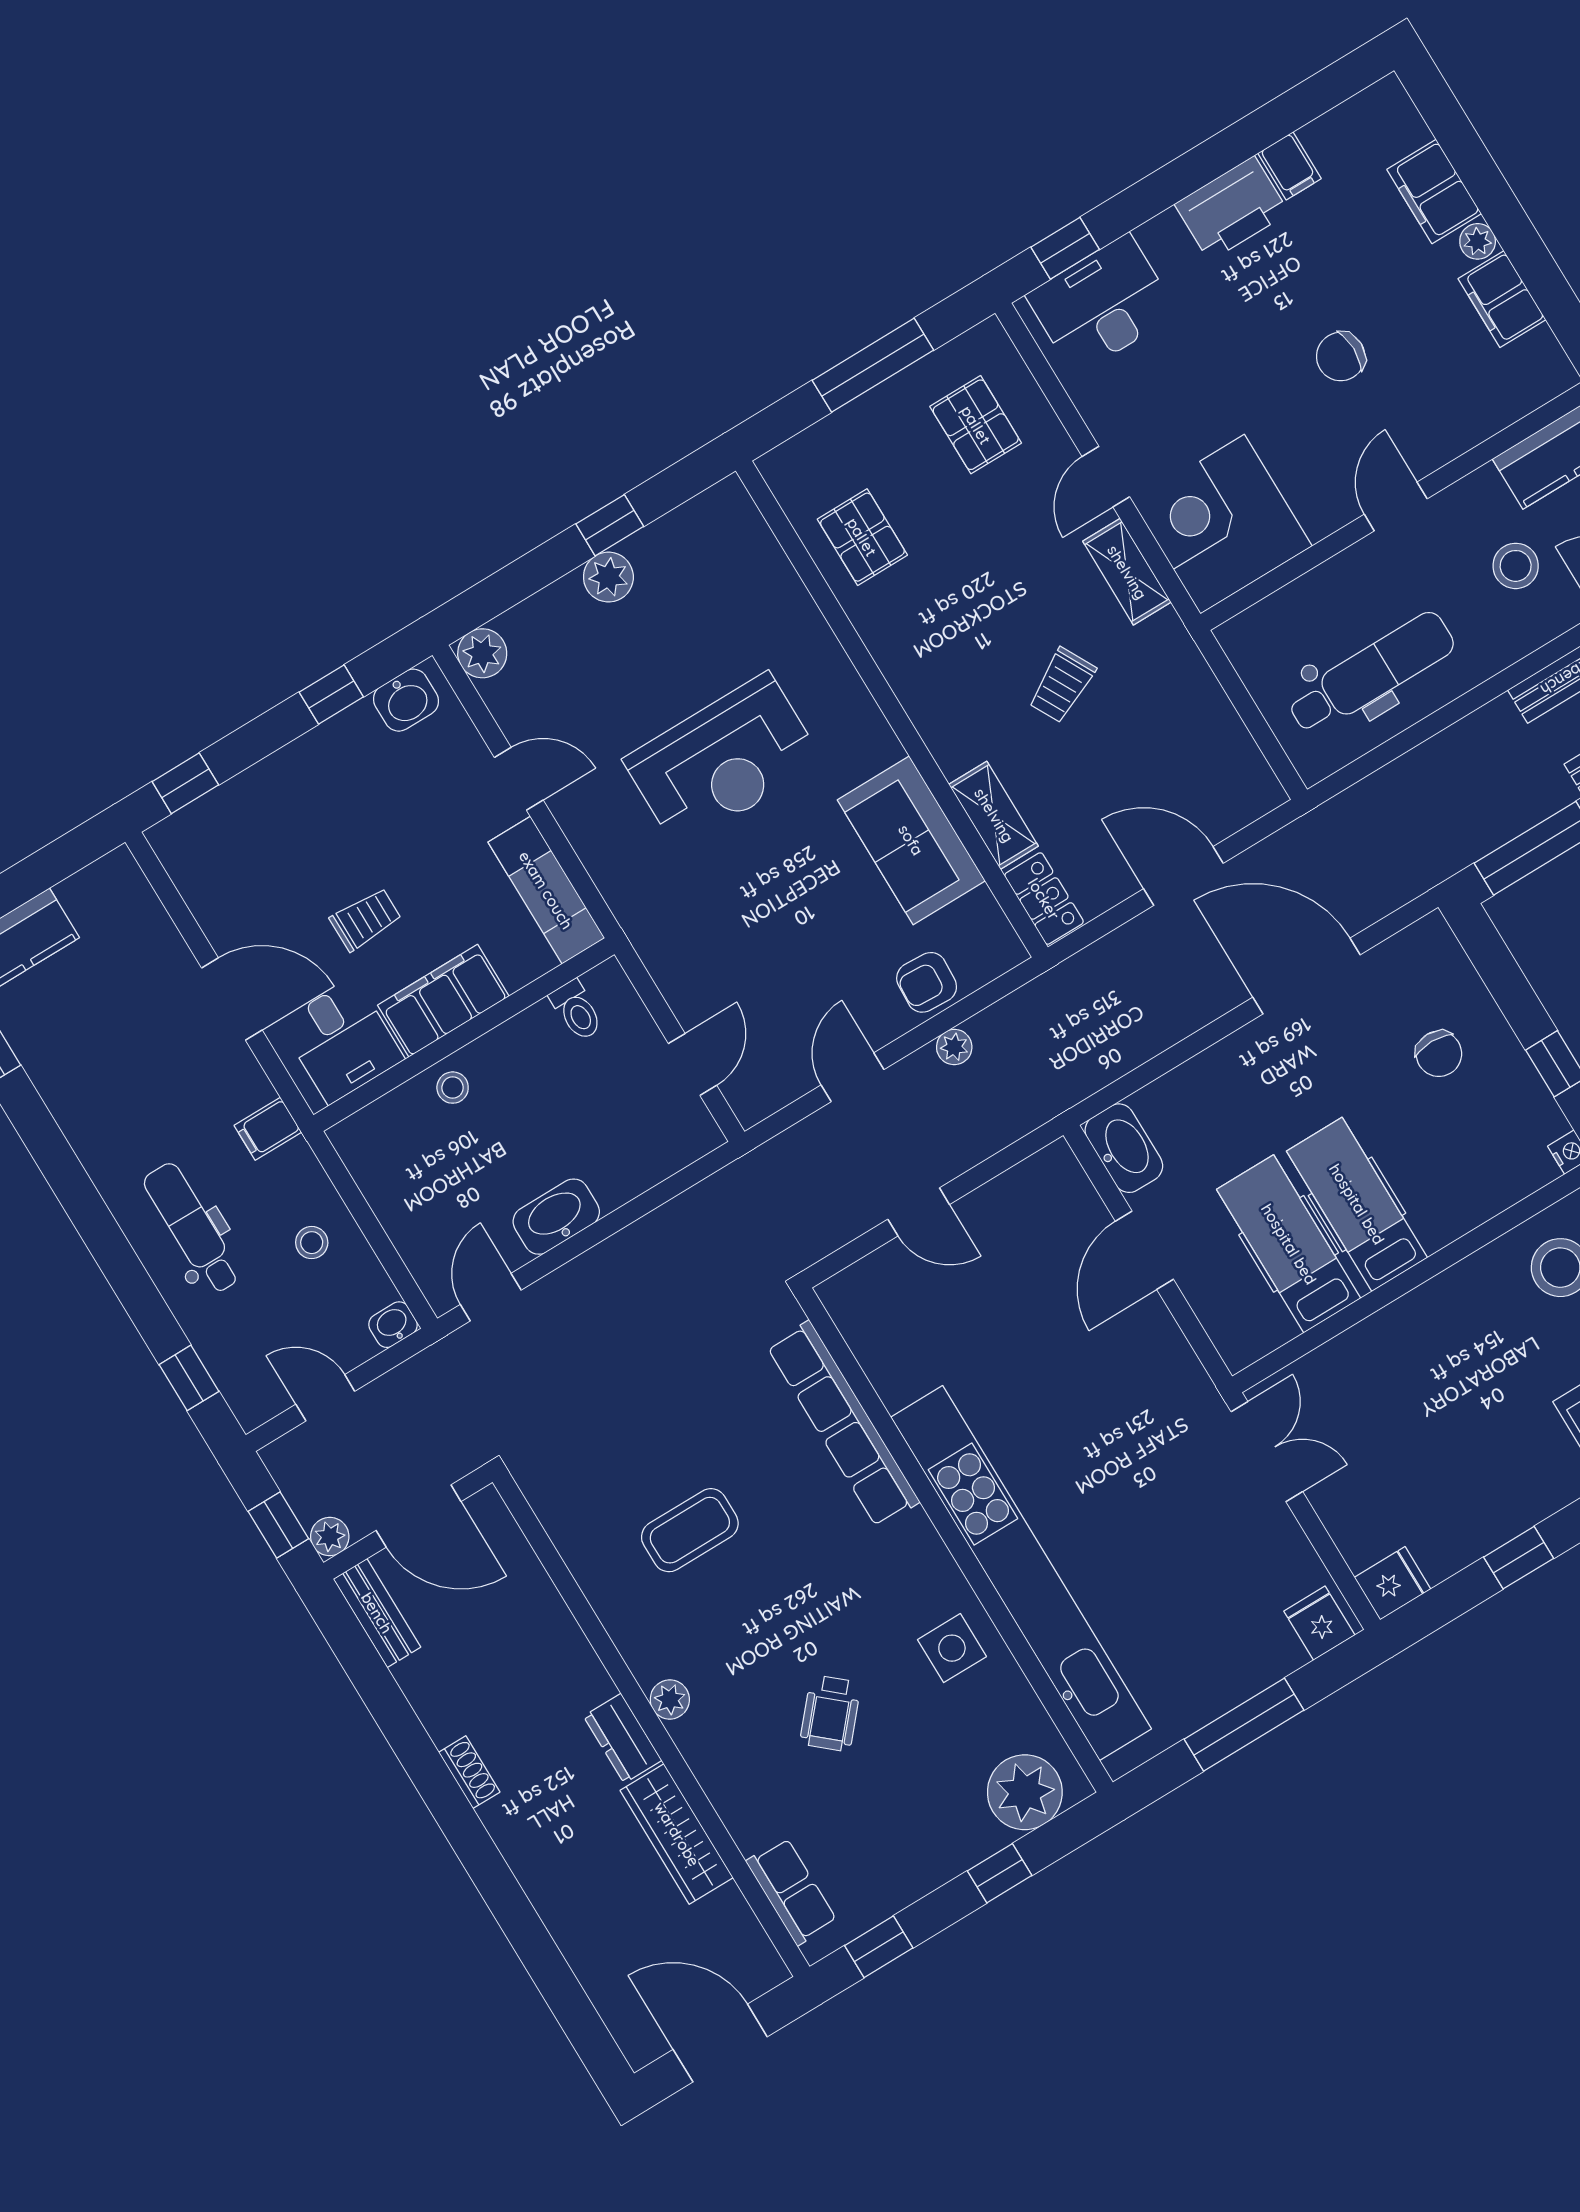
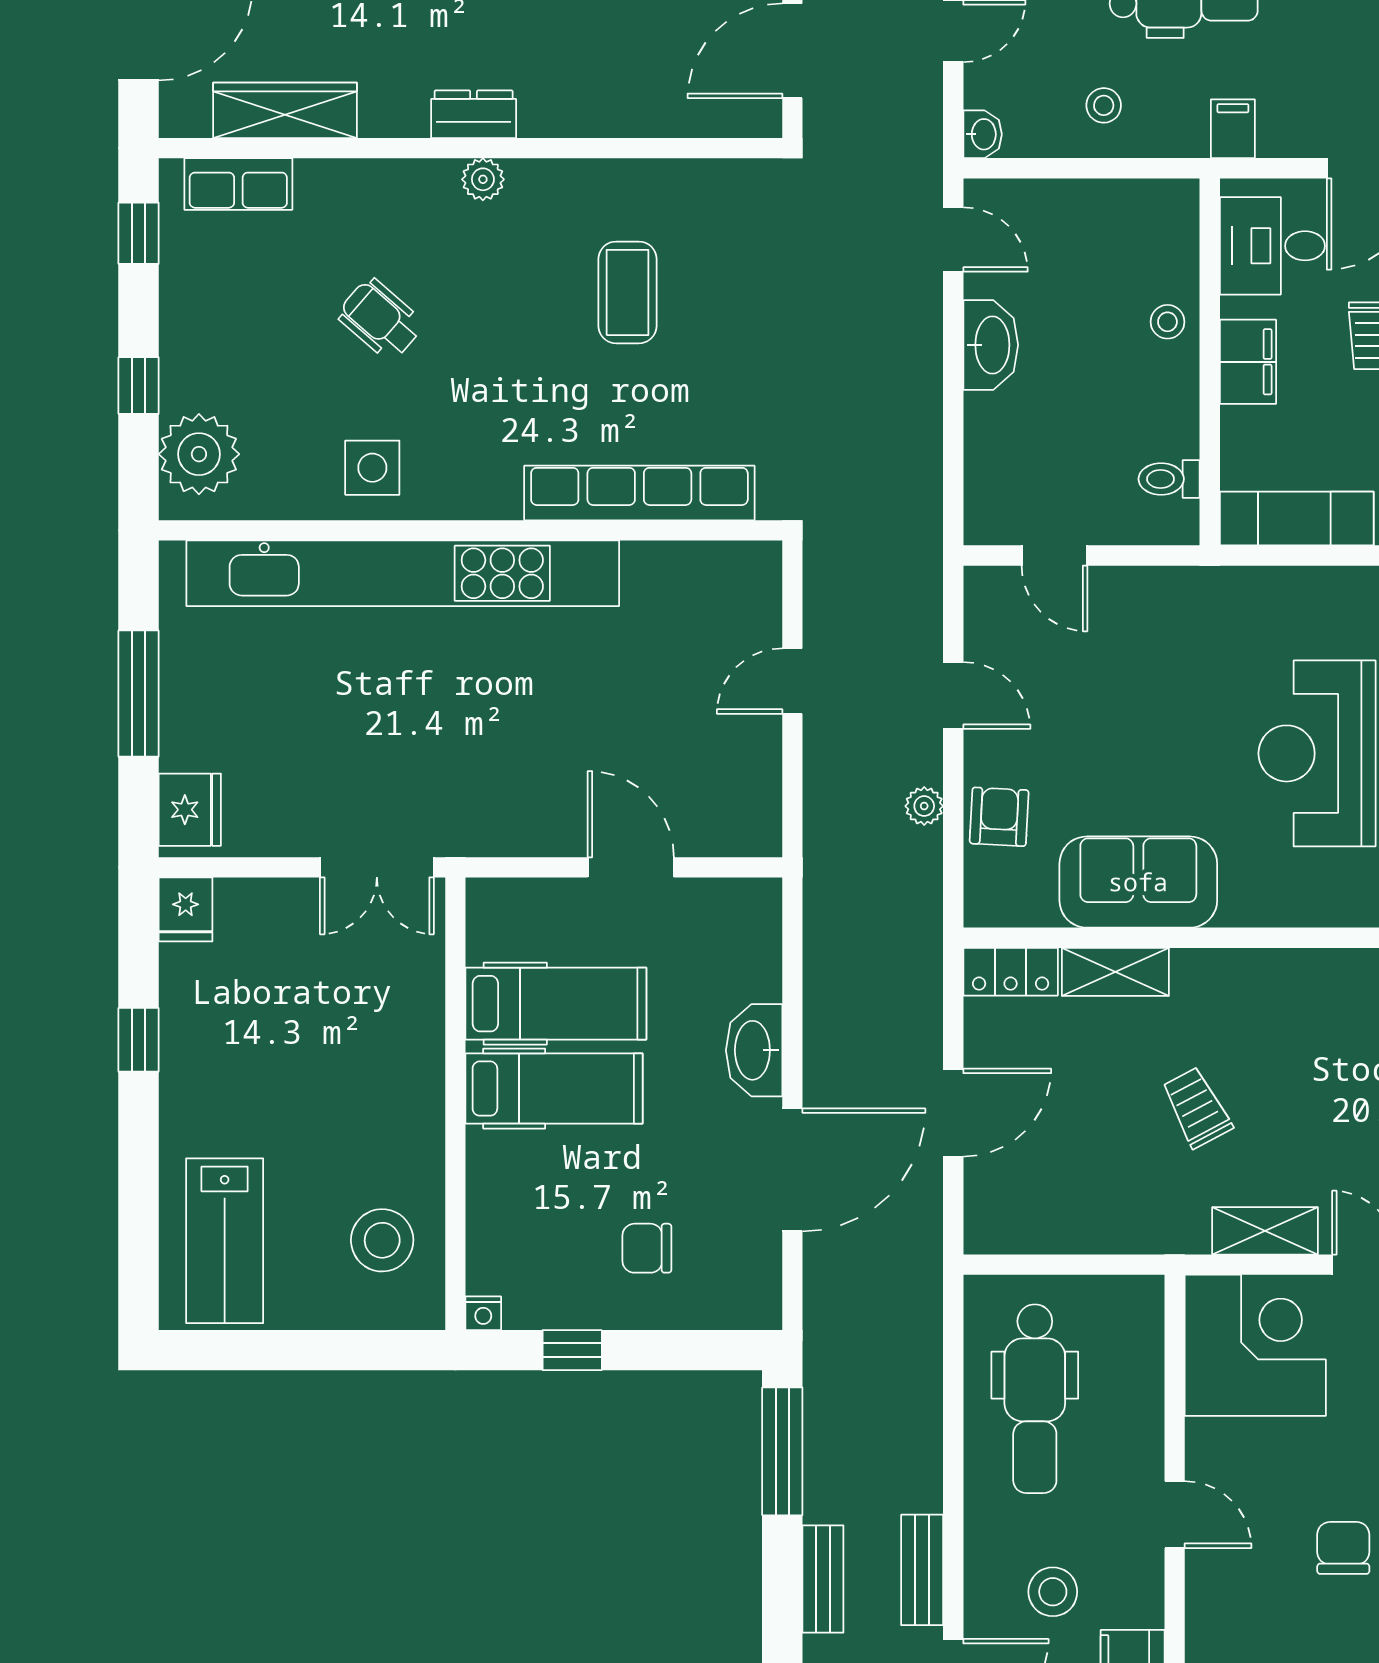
filing cabinet: (443, 1001) -> (1248, 362), width x0.67, depth x0.86
washbasin: (1124, 1148) -> (754, 1050), moved, turned 90
fridge: (1319, 1623) -> (190, 810), width x1.38
wardrobe: (677, 1834) -> (285, 110), moved

